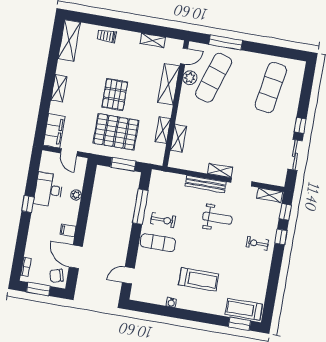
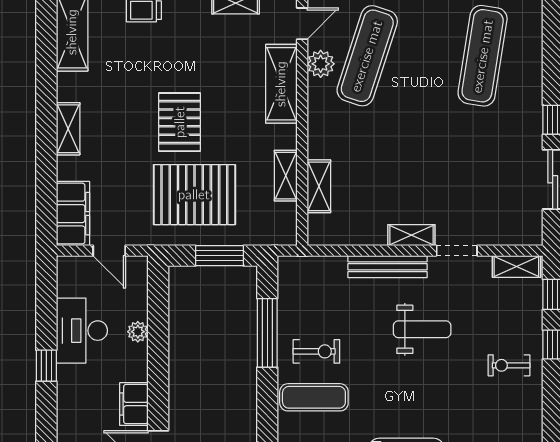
filing cabinet: (68, 231) -> (134, 404), width x2.00

